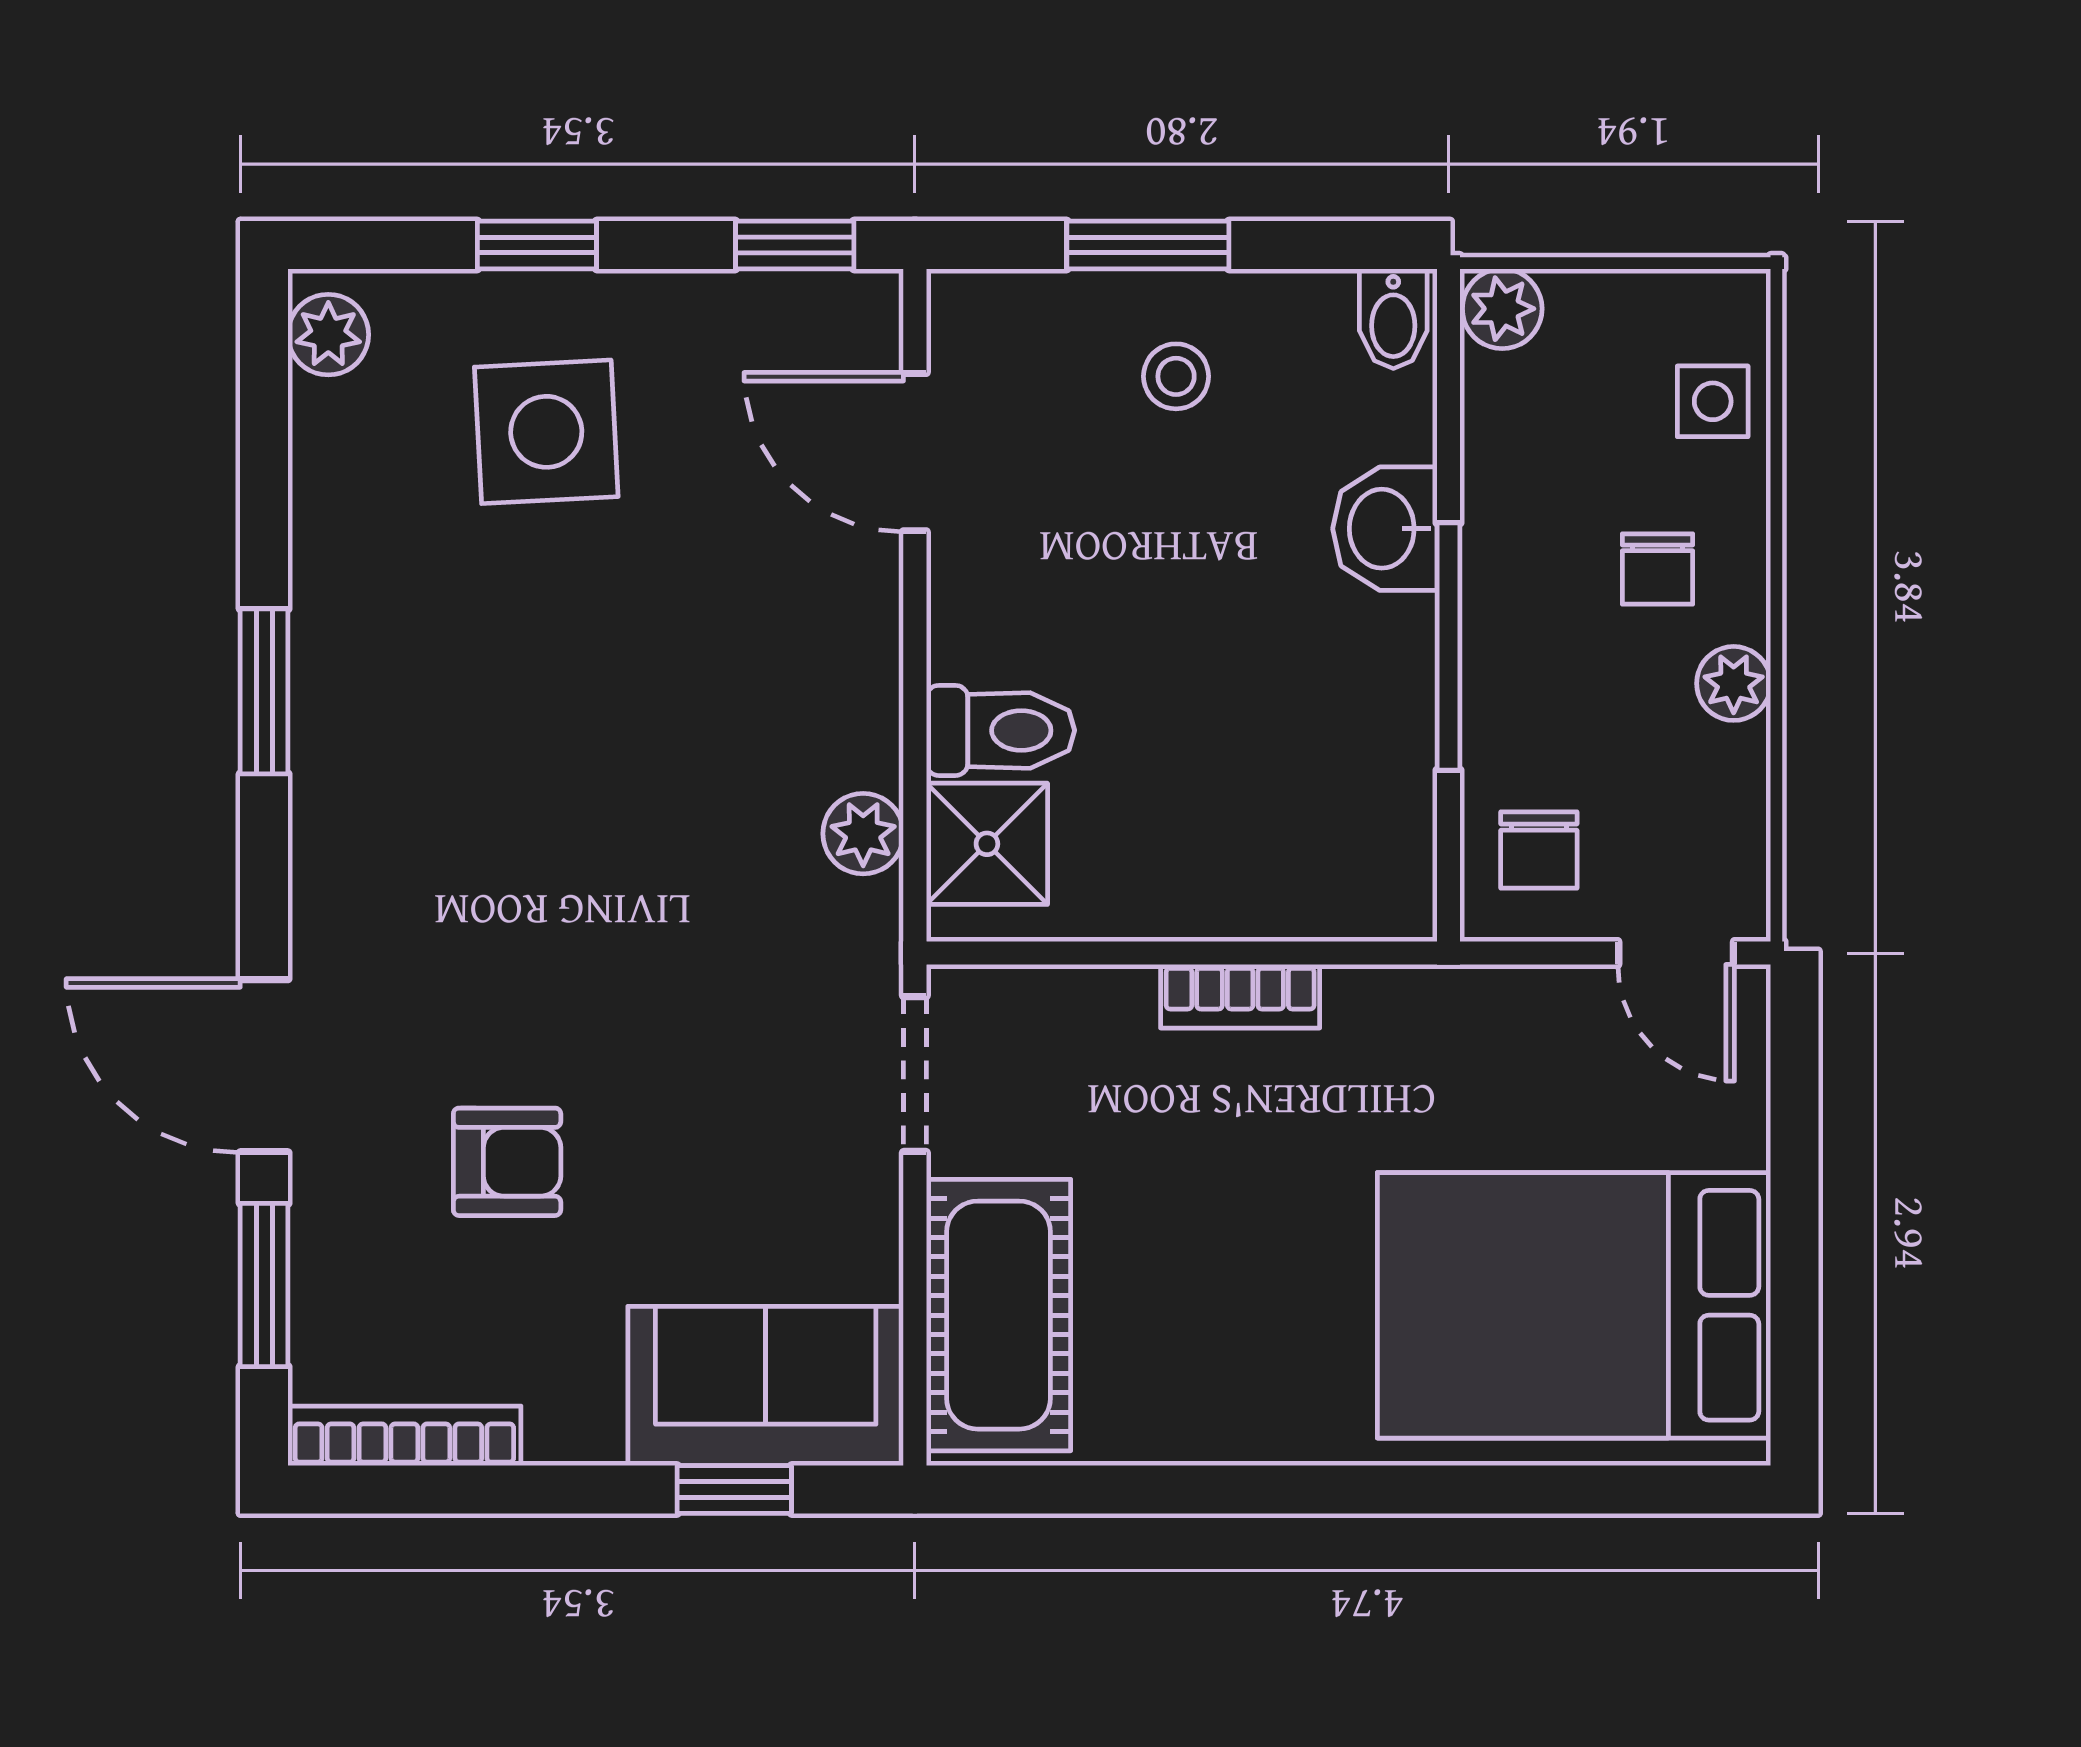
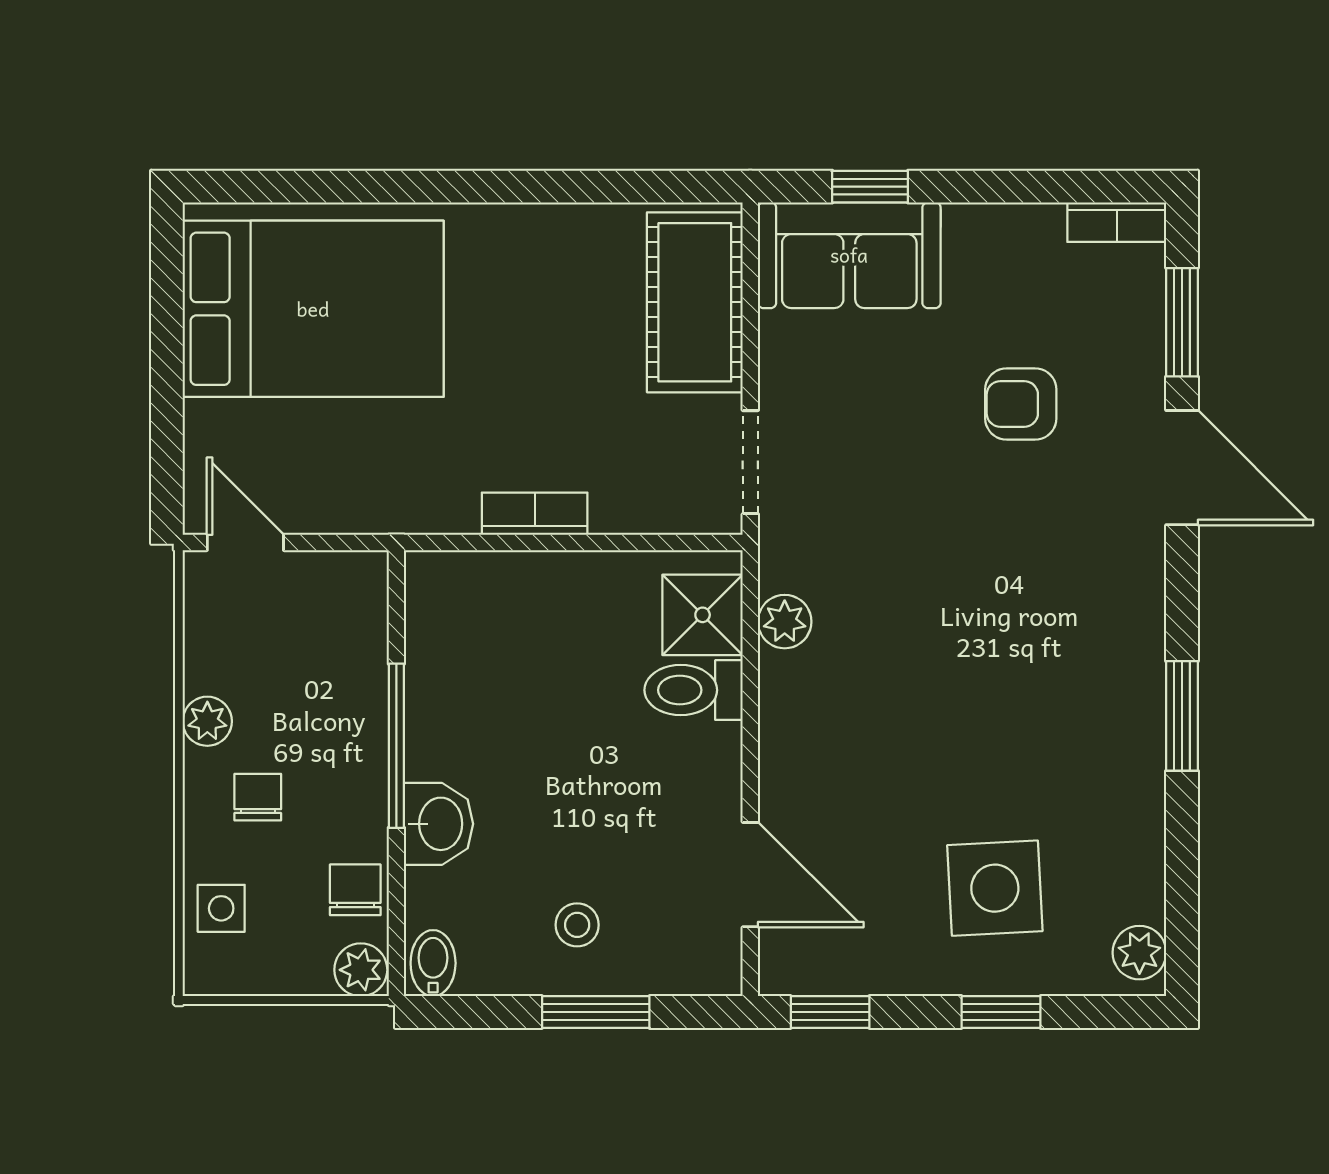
chair: (1539, 850) -> (355, 890), moved
bookcase: (404, 1436) -> (1117, 222), width x0.64

